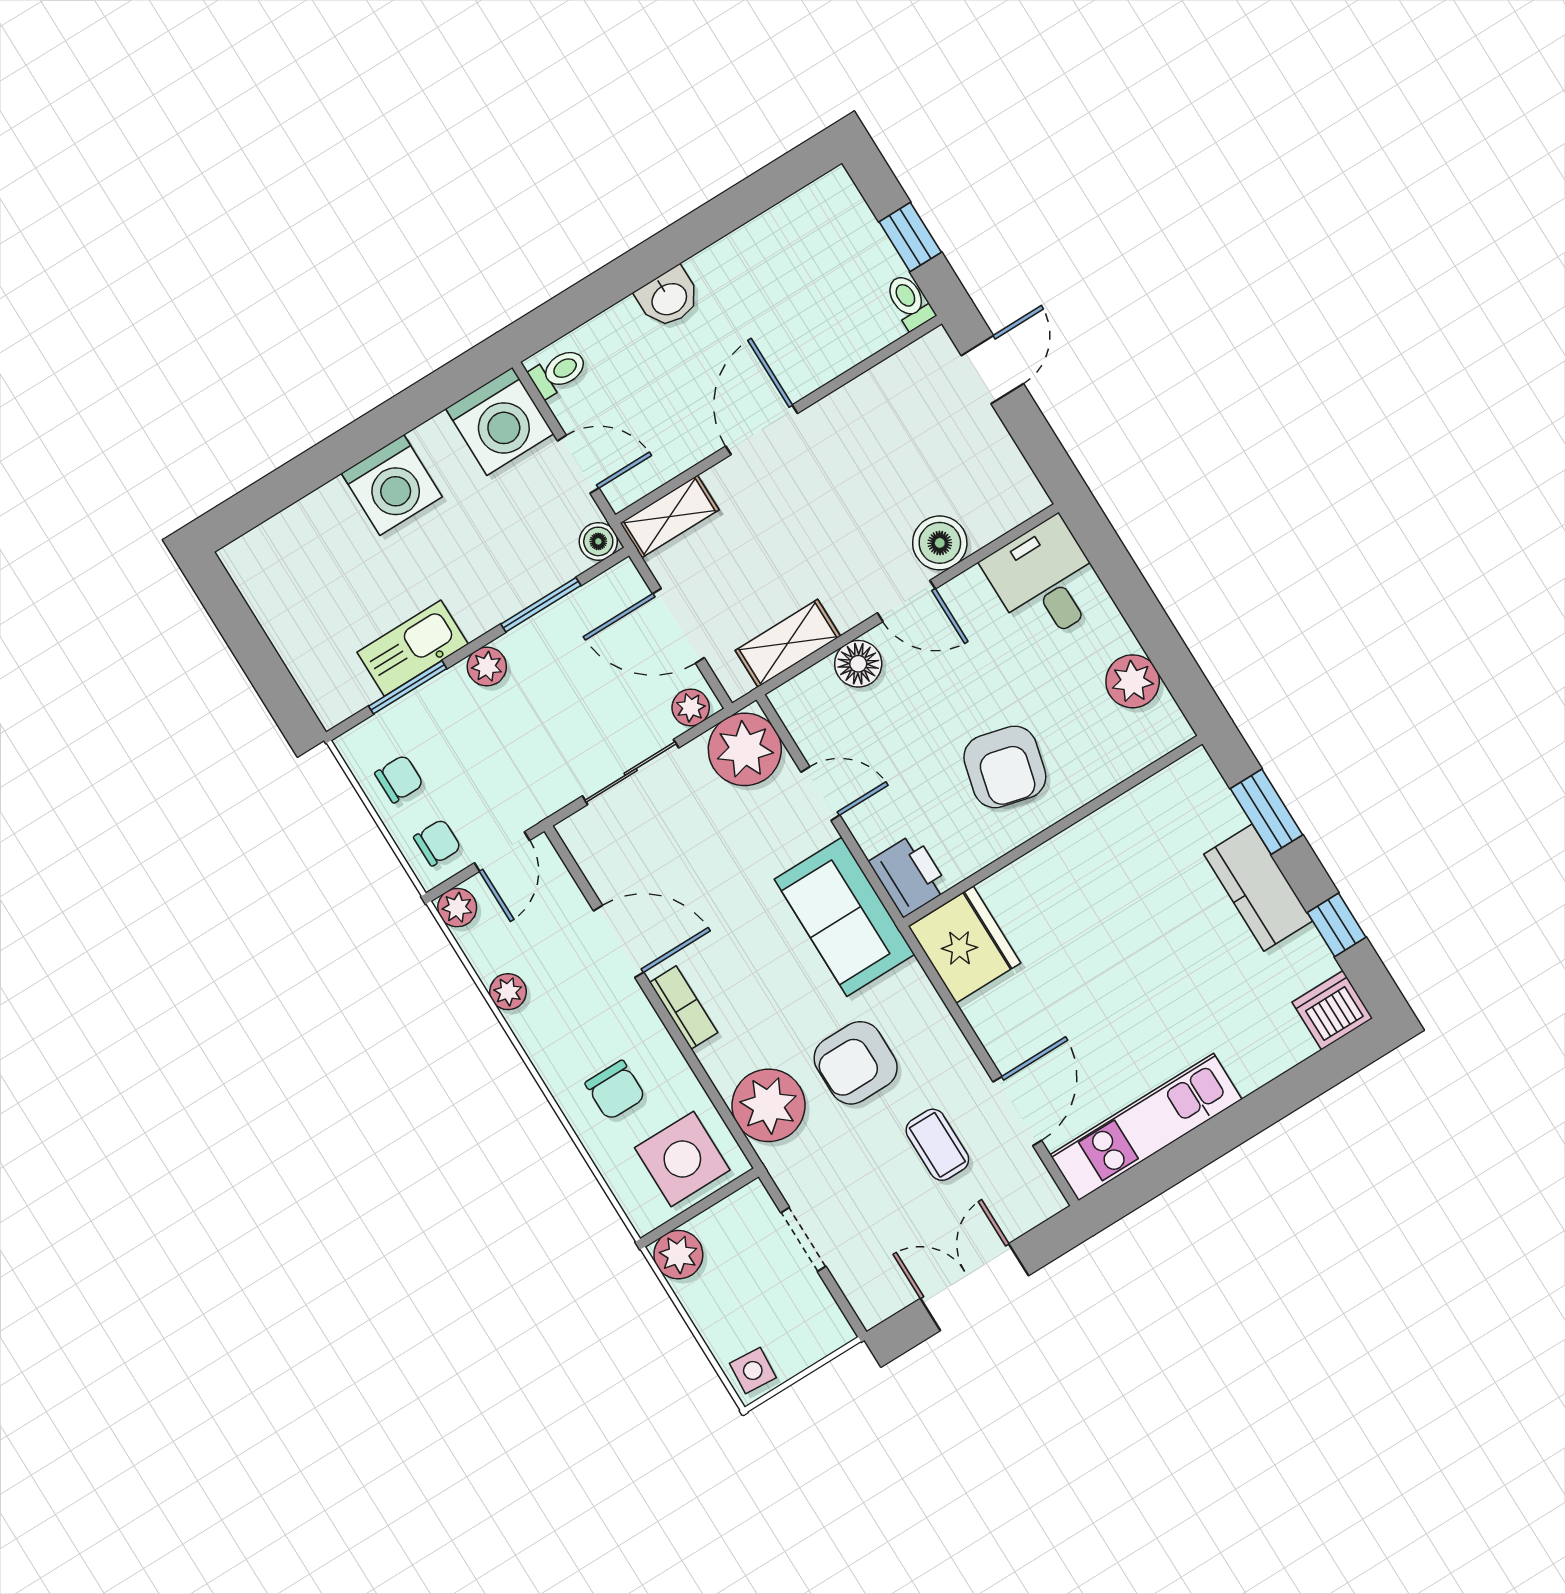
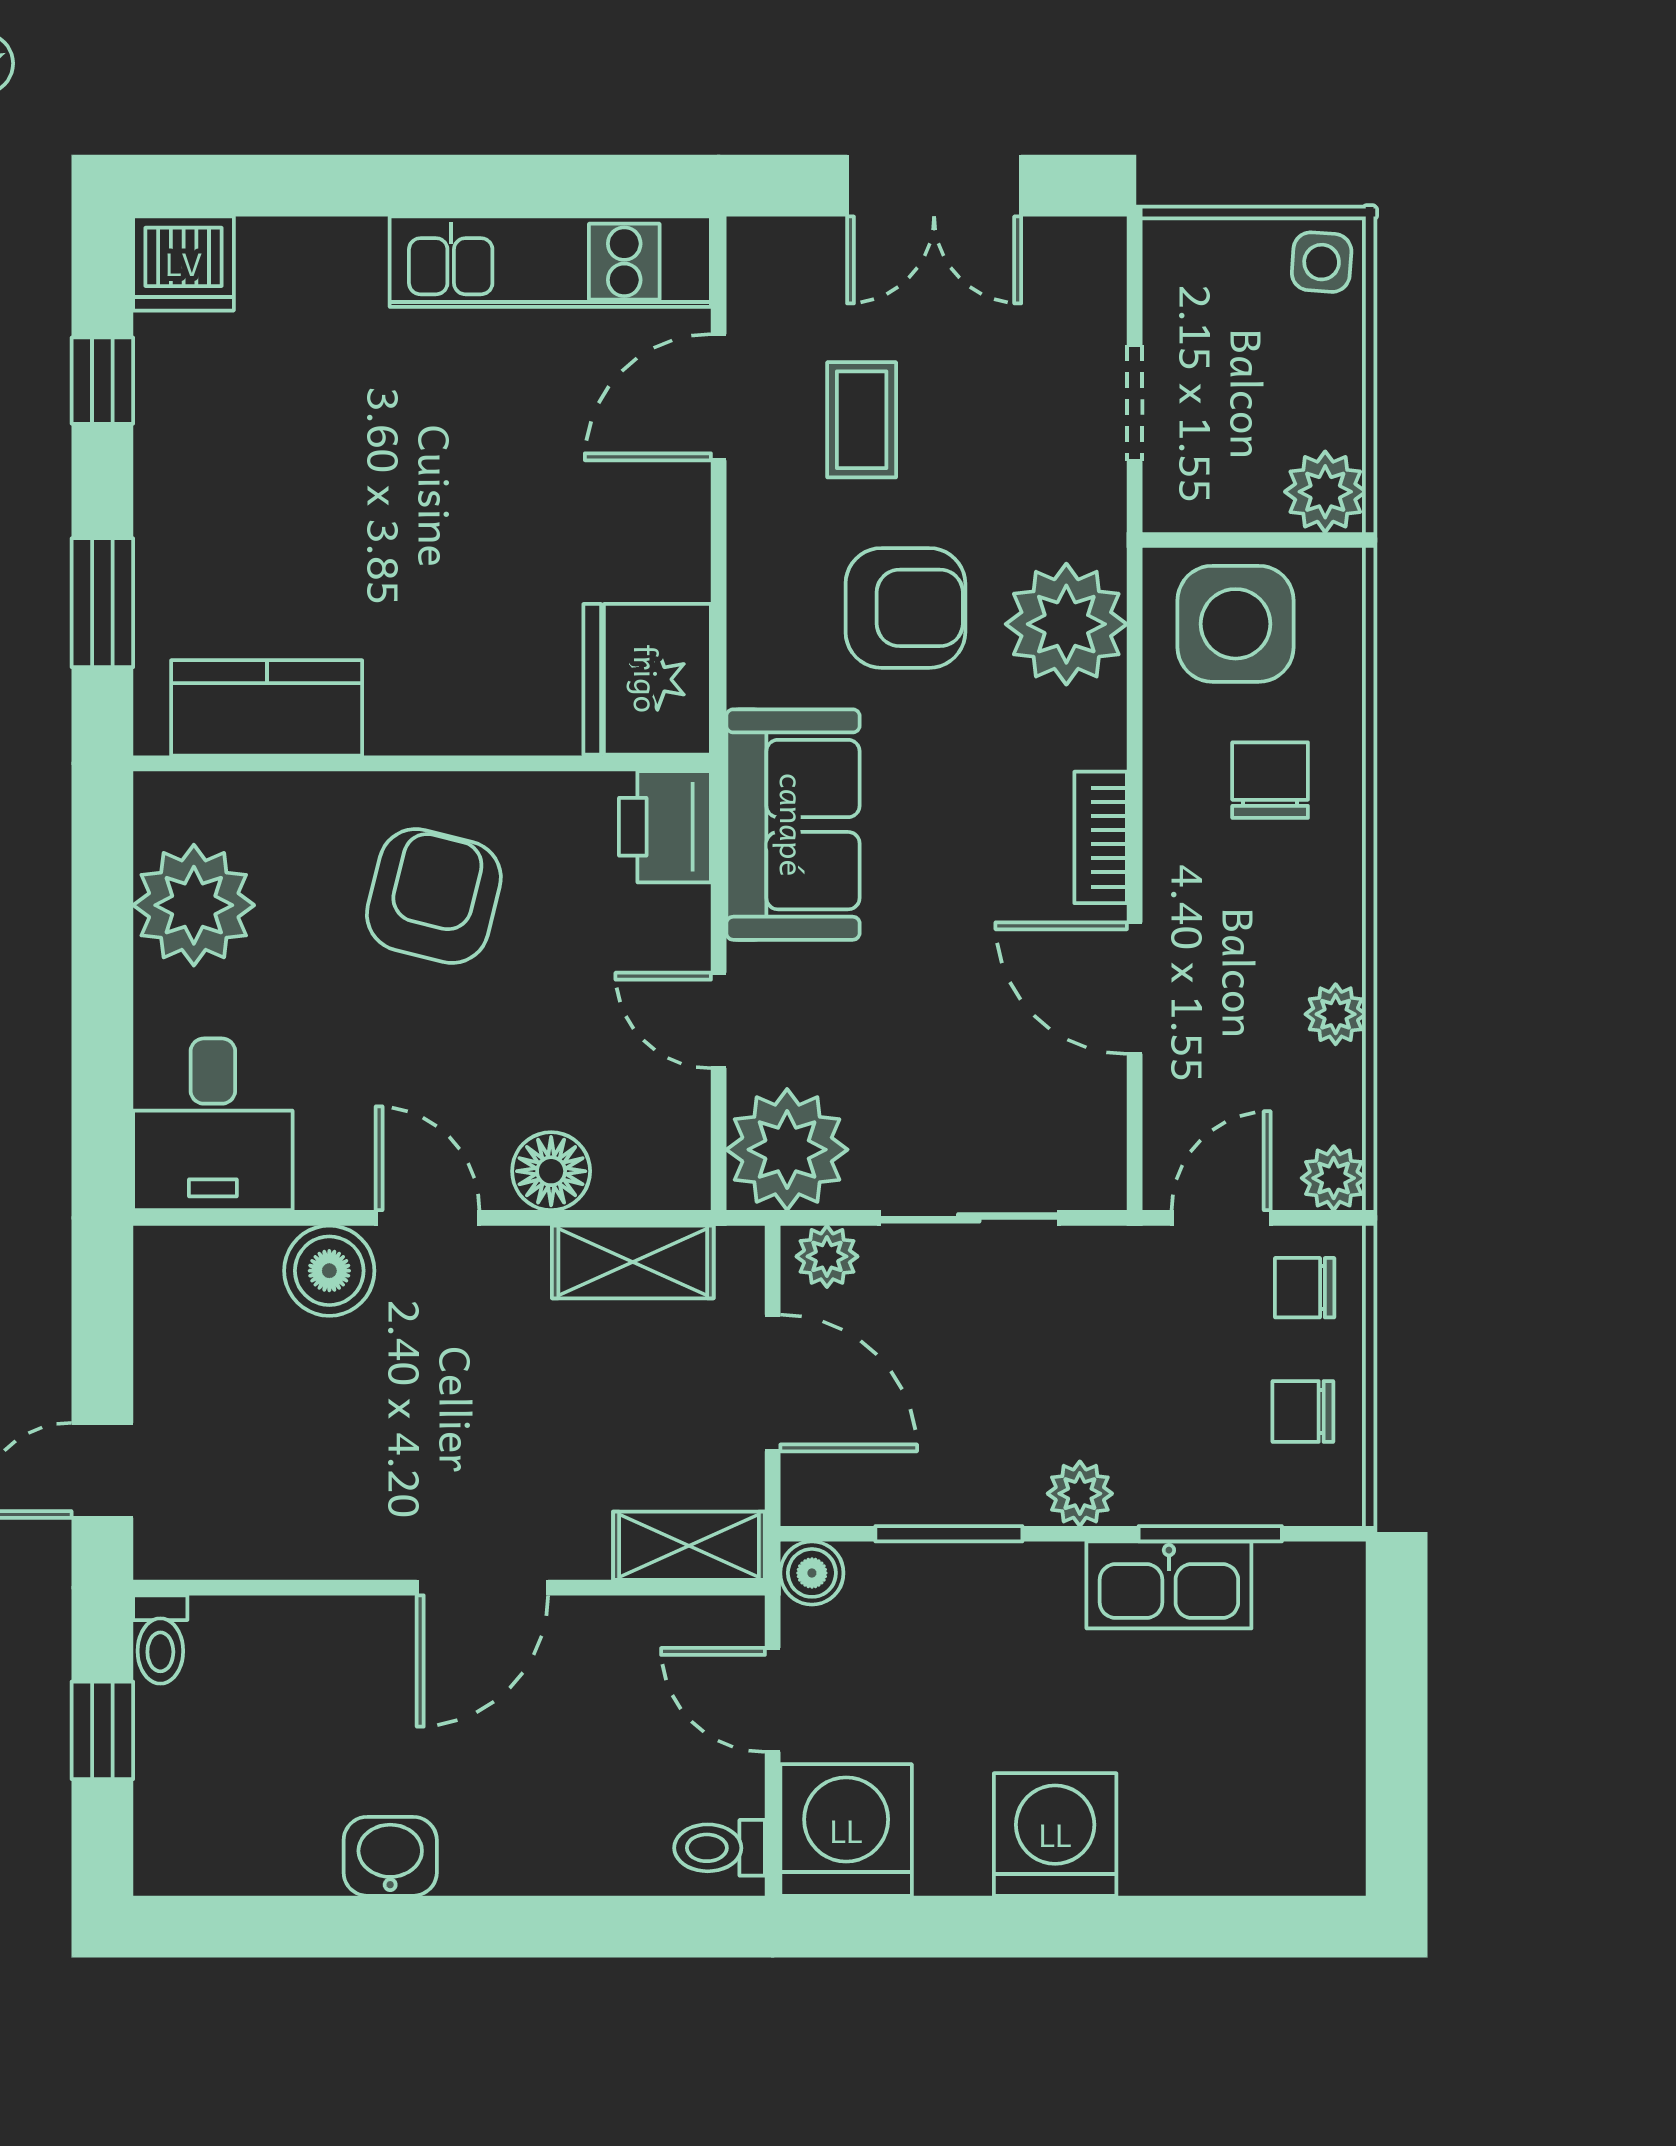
washbasin: (669, 298) -> (390, 1856), moved
plant: (1133, 681) -> (194, 905), width x1.36, depth x1.36
kitchen counter: (1258, 888) -> (267, 708), moved, turned -90

